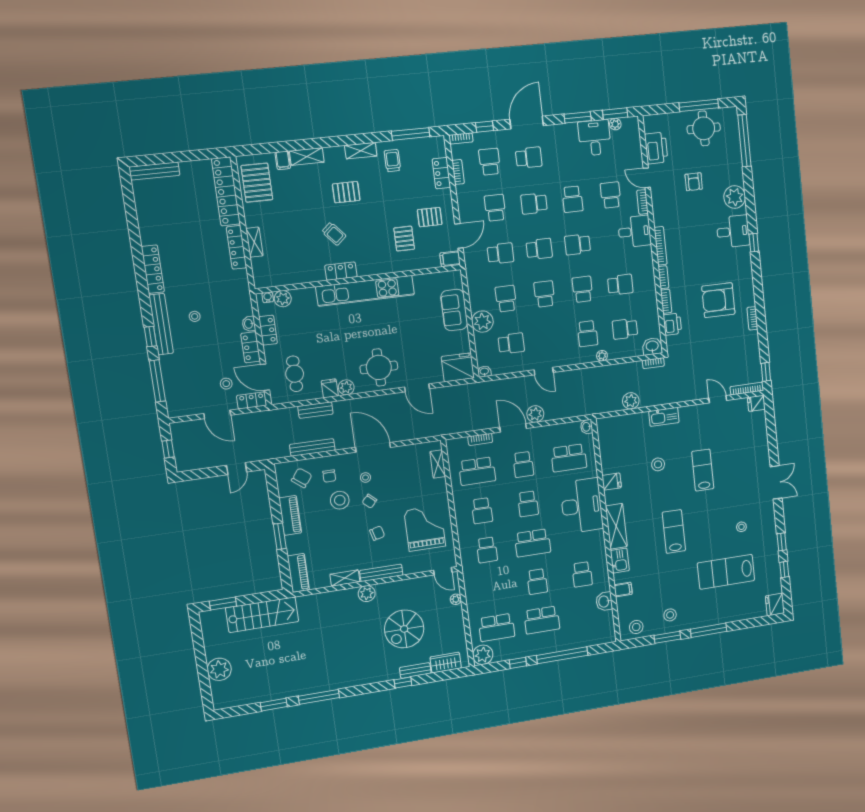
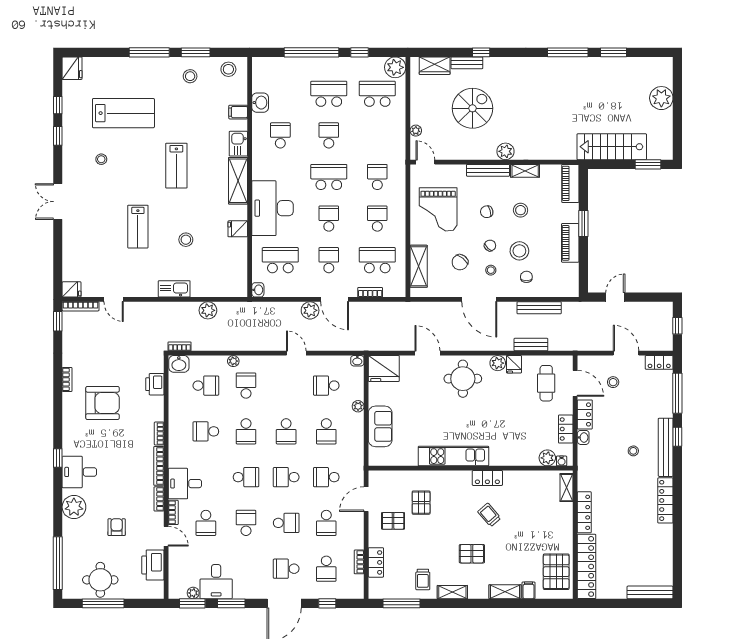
bookcase: (461, 138) -> (352, 594), removed
shelving: (254, 242) -> (567, 488), moved
filing cabinet: (450, 259) -> (378, 478), removed
kitchen unit: (365, 291) -> (453, 456), width x0.73
bookcase: (666, 301) -> (159, 499), moved
plant: (482, 322) -> (358, 406), width x0.53, depth x0.53
locker: (252, 400) -> (659, 362), moved
shelving: (438, 464) -> (419, 266), width x1.50, depth x1.33
chair: (302, 478) -> (460, 262), moved
stool: (344, 540) -> (521, 210), added

